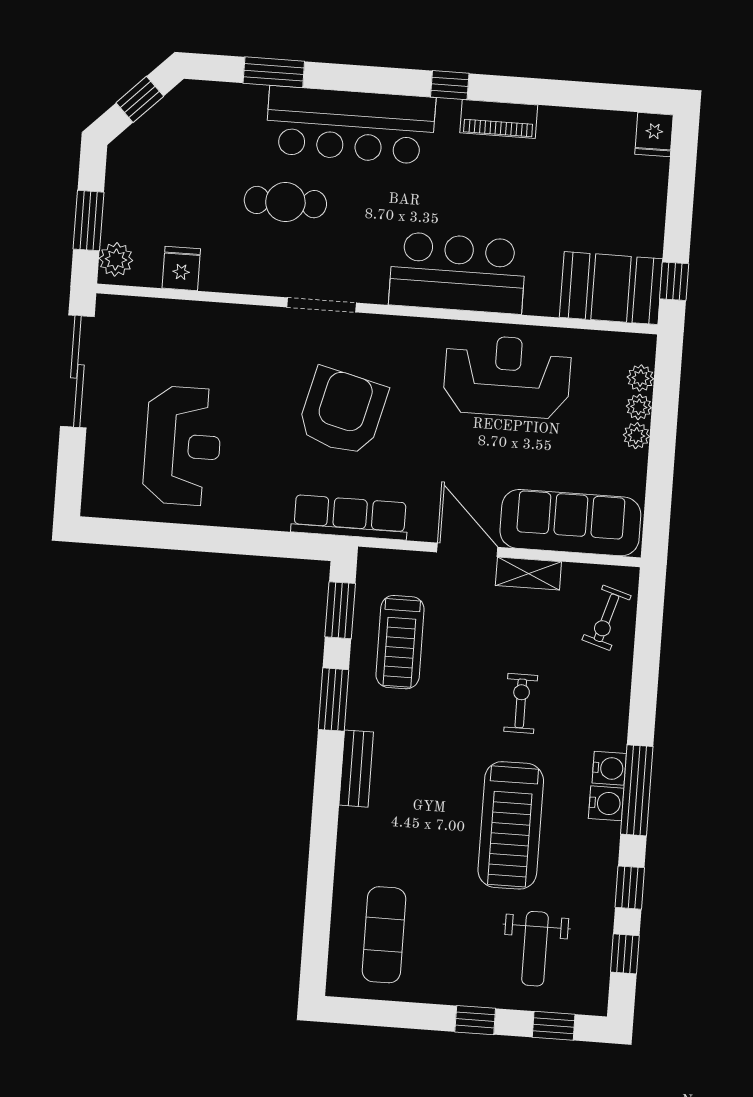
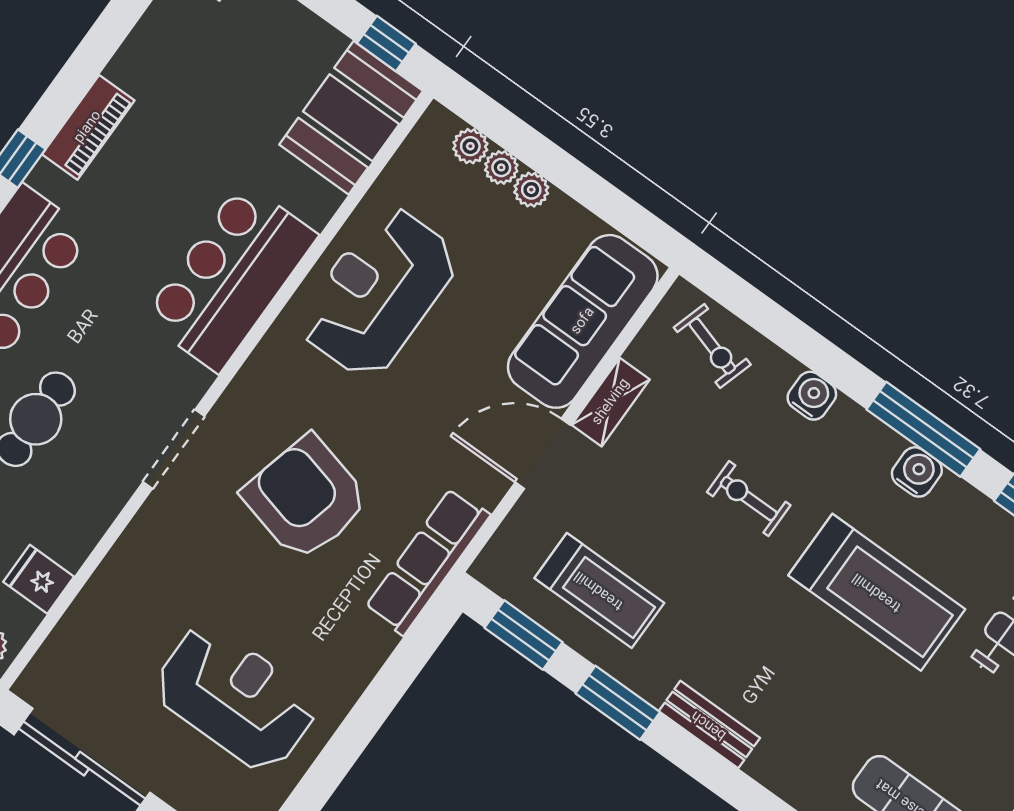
water cooler: (609, 768) -> (812, 396), moved

